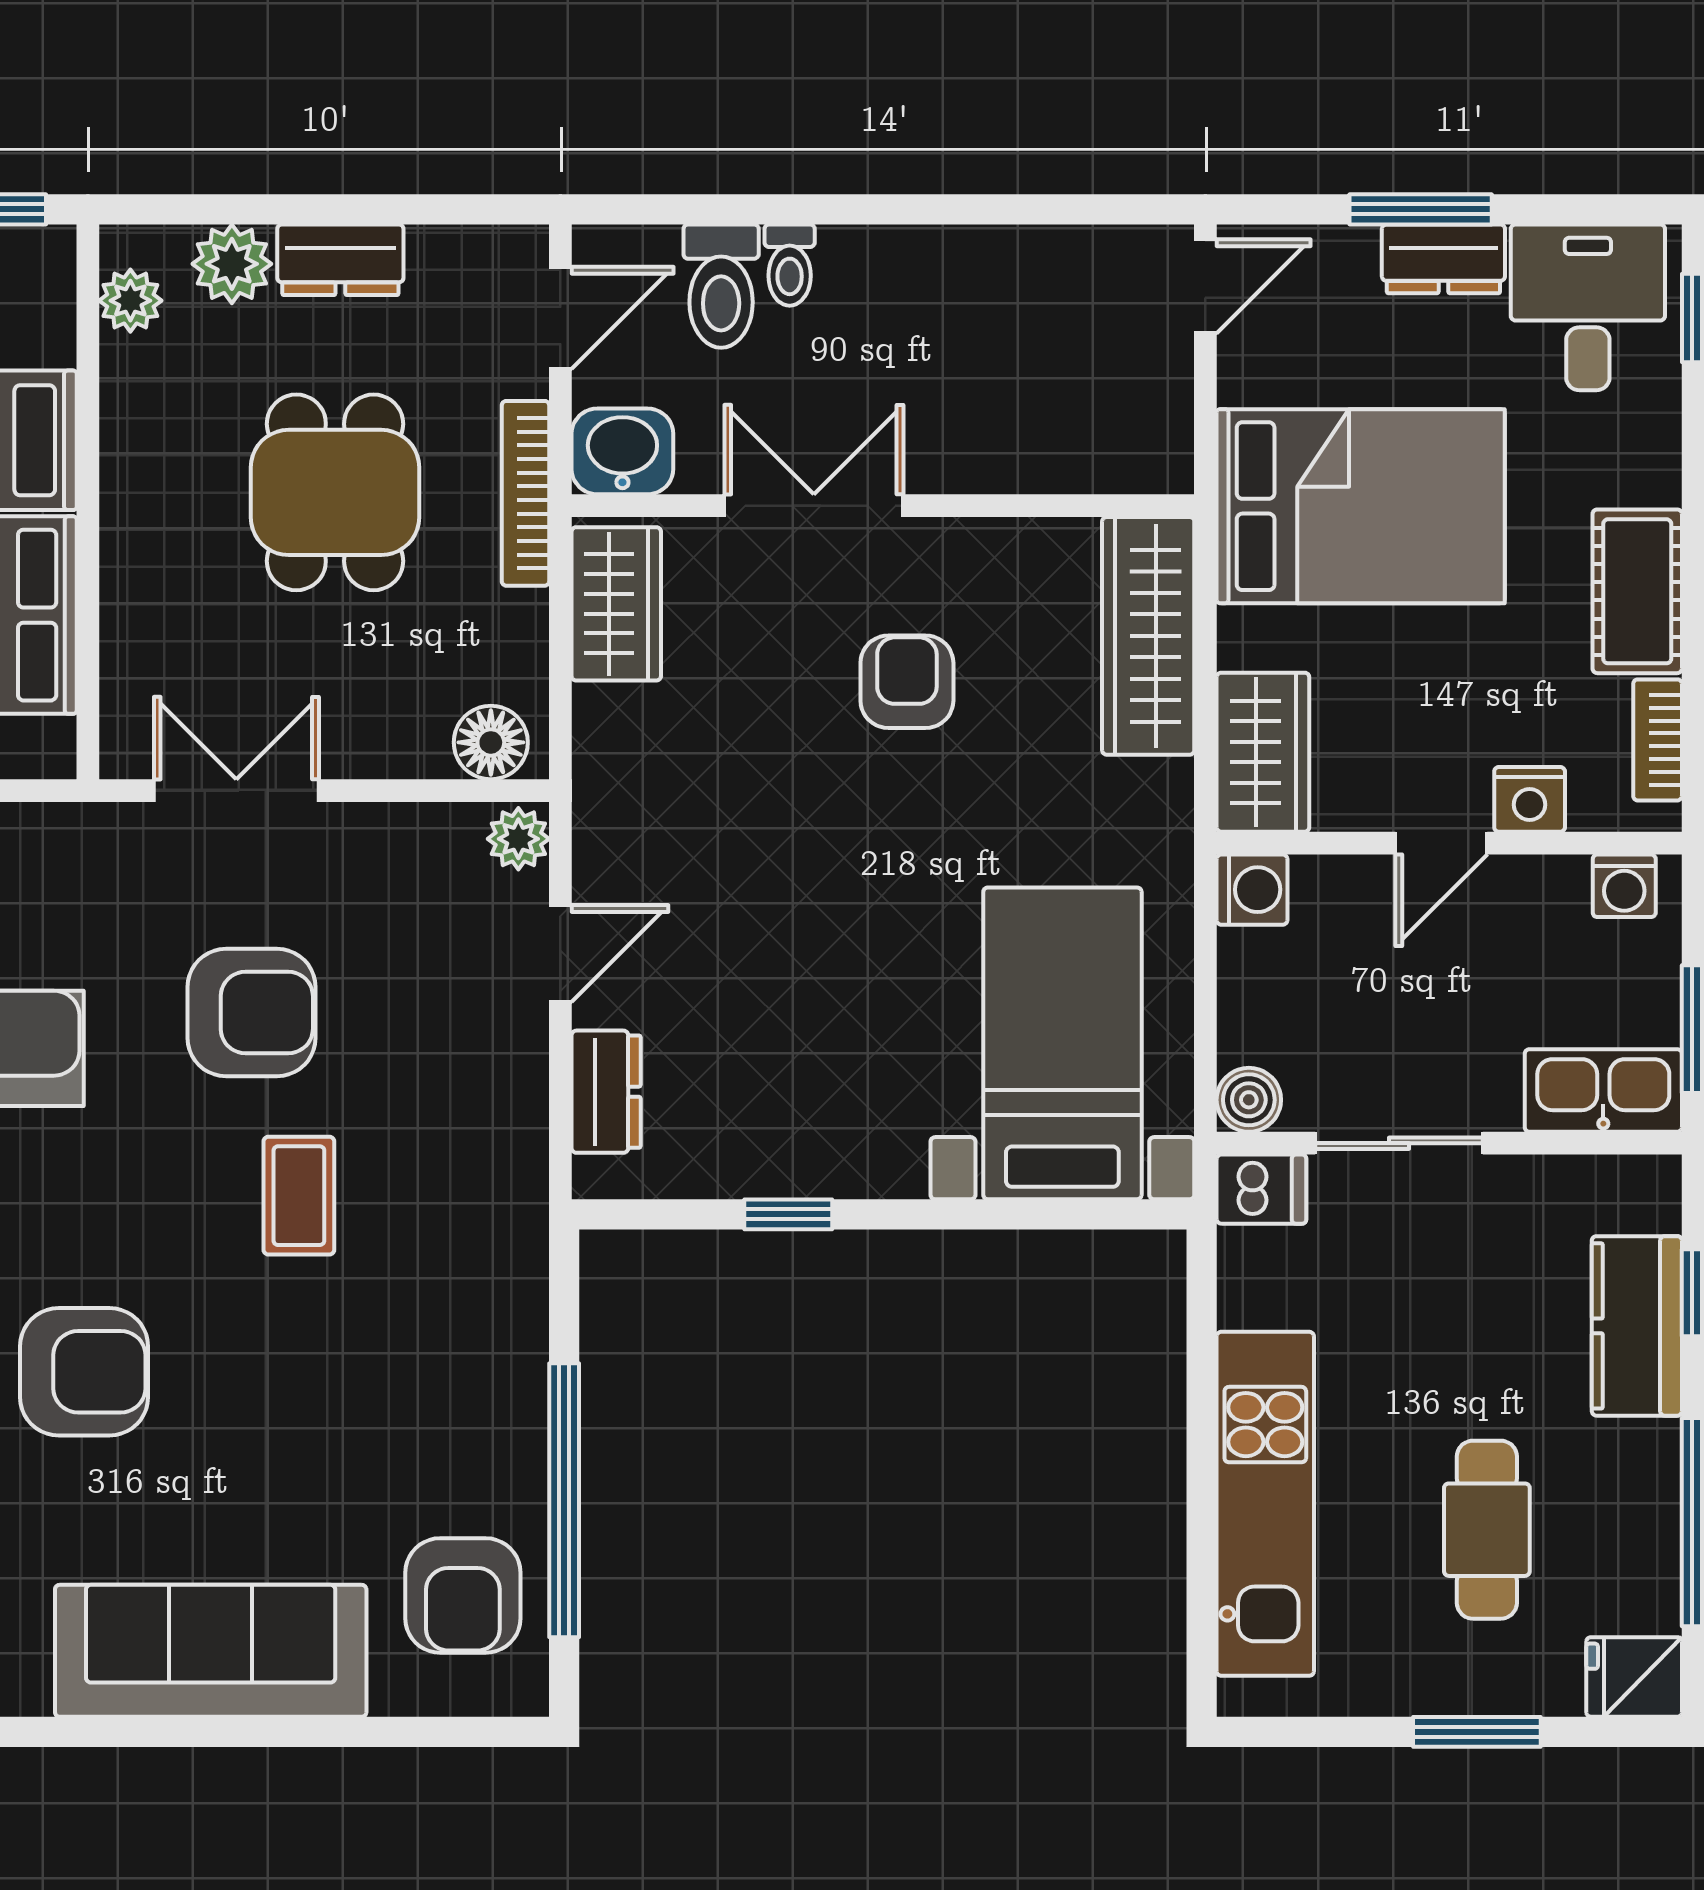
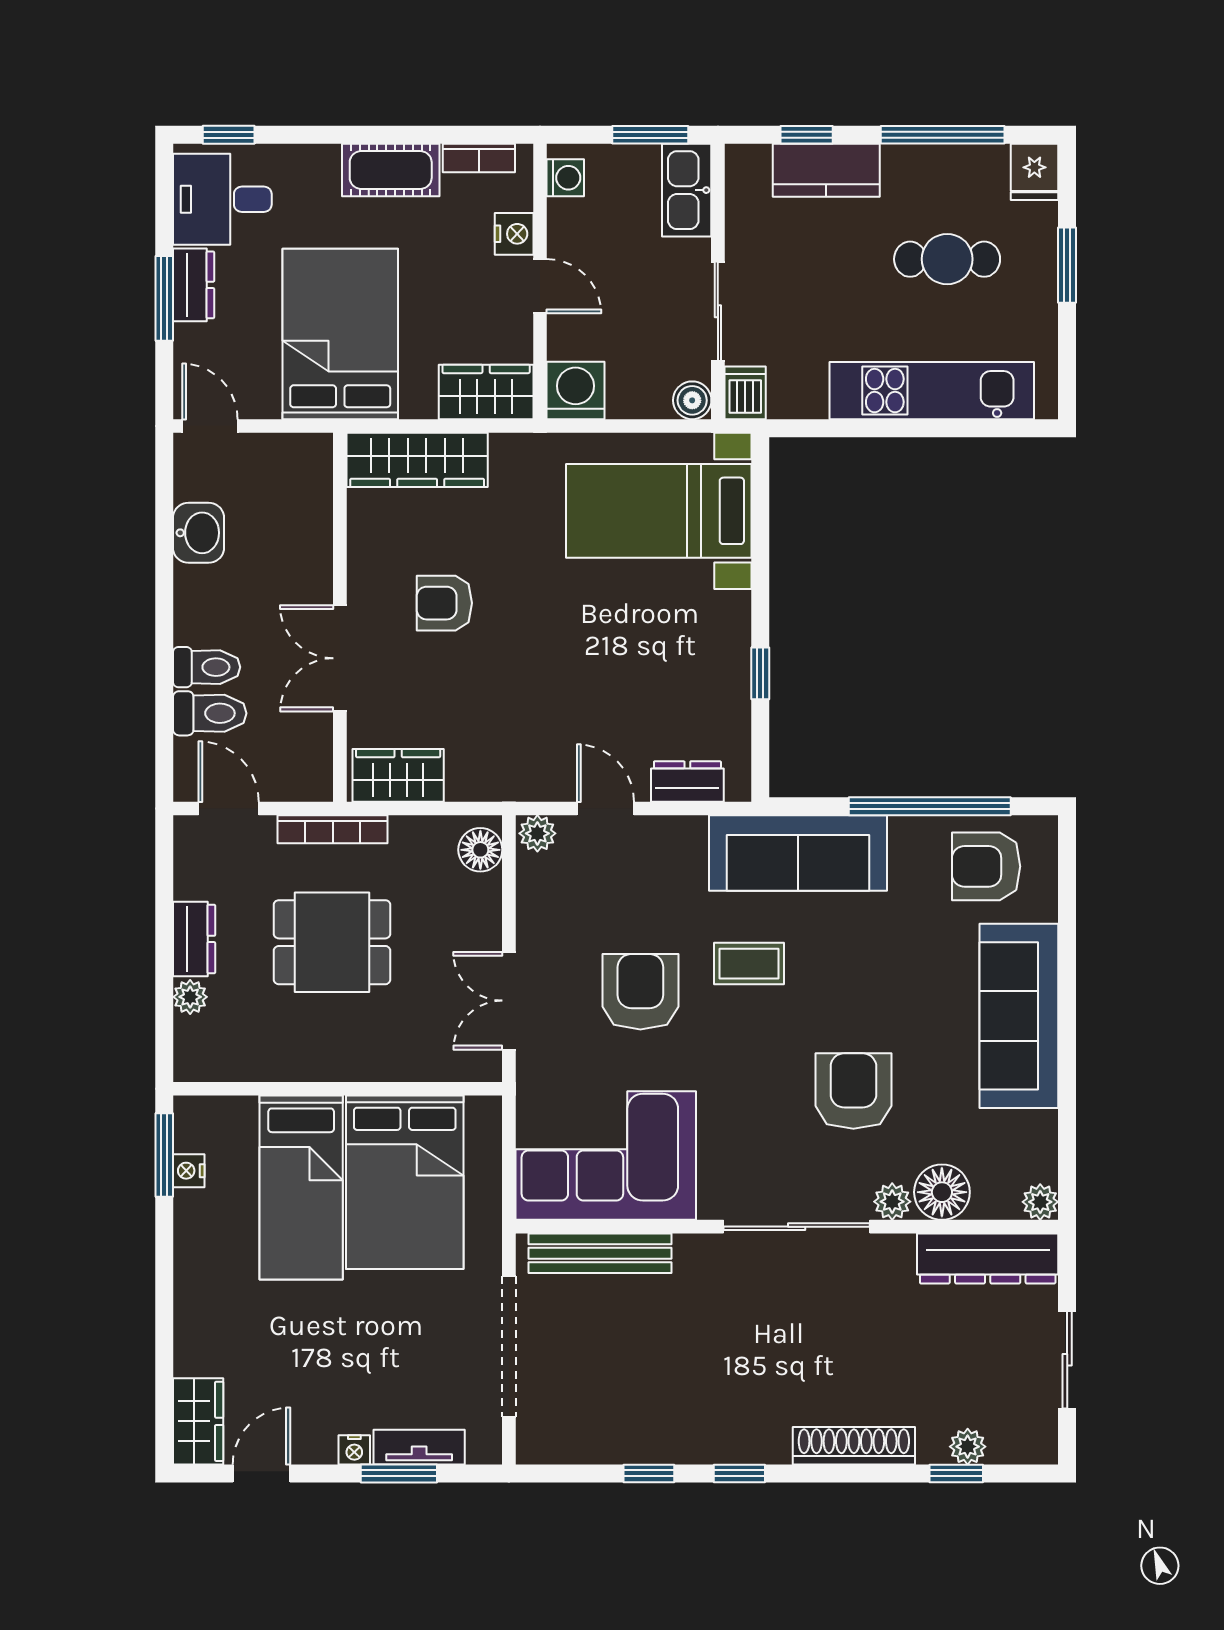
plant: (232, 264) -> (190, 997), width x0.73, depth x0.73
toilet: (790, 265) -> (207, 667), width x1.37, depth x1.39
plant: (130, 301) -> (218, 1064), removed
washbasin: (622, 451) -> (199, 533), moved, turned 180
washing machine: (1252, 890) -> (575, 391), width x1.38, depth x1.38
sofa: (485, 1278) -> (798, 853), added
armchair: (463, 1595) -> (986, 866), turned 180

